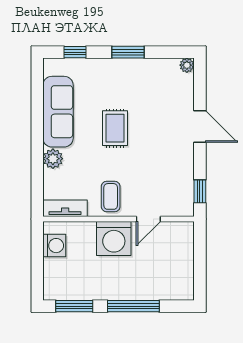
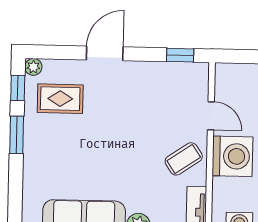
window: (75, 52) -> (18, 88), moved
rug: (115, 128) -> (60, 99), moved
coffee table: (111, 196) -> (184, 159), turned -34

